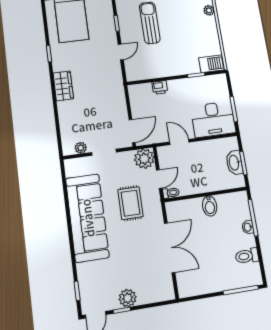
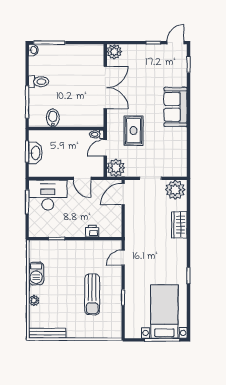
door: (121, 52) -> (123, 258), moved
barbecue: (212, 64) -> (36, 274), moved, turned -90
wardrobe: (63, 86) -> (179, 225), moved
plant: (81, 148) -> (175, 190), width x1.88, depth x1.88
bidet: (210, 206) -> (53, 118), moved
sofa: (87, 218) -> (176, 107), width x0.54, depth x0.79
washbasin: (248, 227) -> (33, 50), moved
double door: (170, 248) -> (105, 88), swing flipped
toilet: (247, 256) -> (39, 82), moved
plant: (128, 298) -> (114, 52), moved

